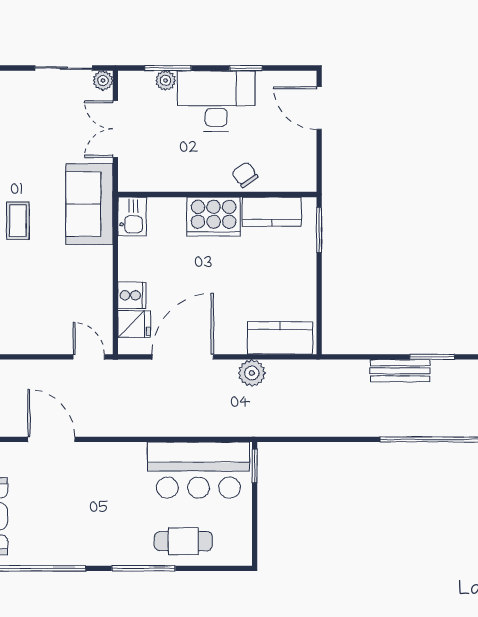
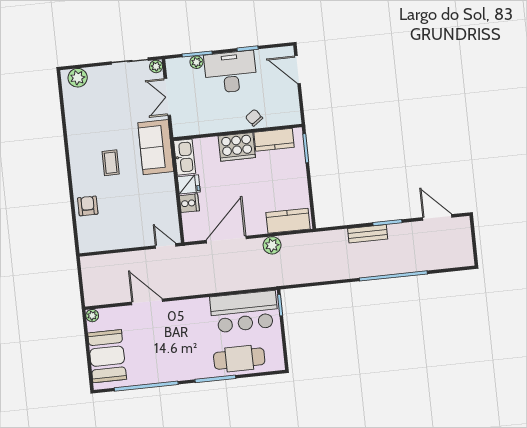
kitchen sink: (132, 217) -> (185, 157), width x1.38
fridge: (134, 324) -> (189, 184), moved
cafe table: (183, 541) -> (239, 359), width x1.37, depth x1.35

